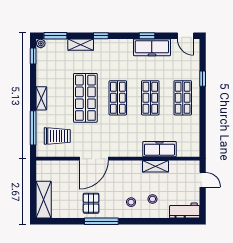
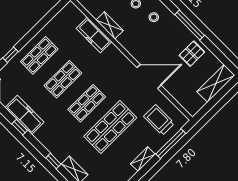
pallet: (91, 203) -> (192, 54), moved

